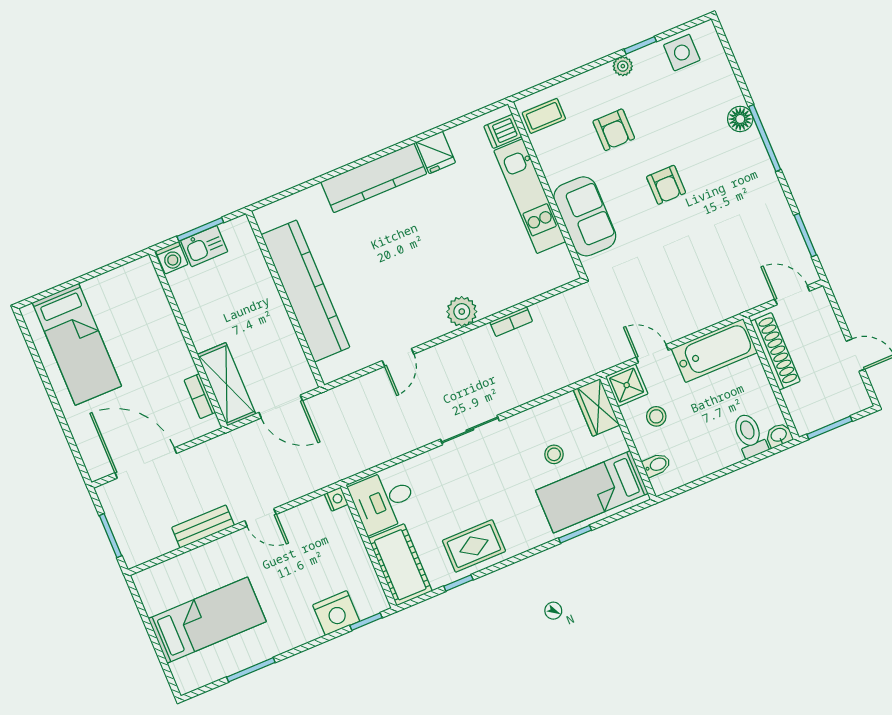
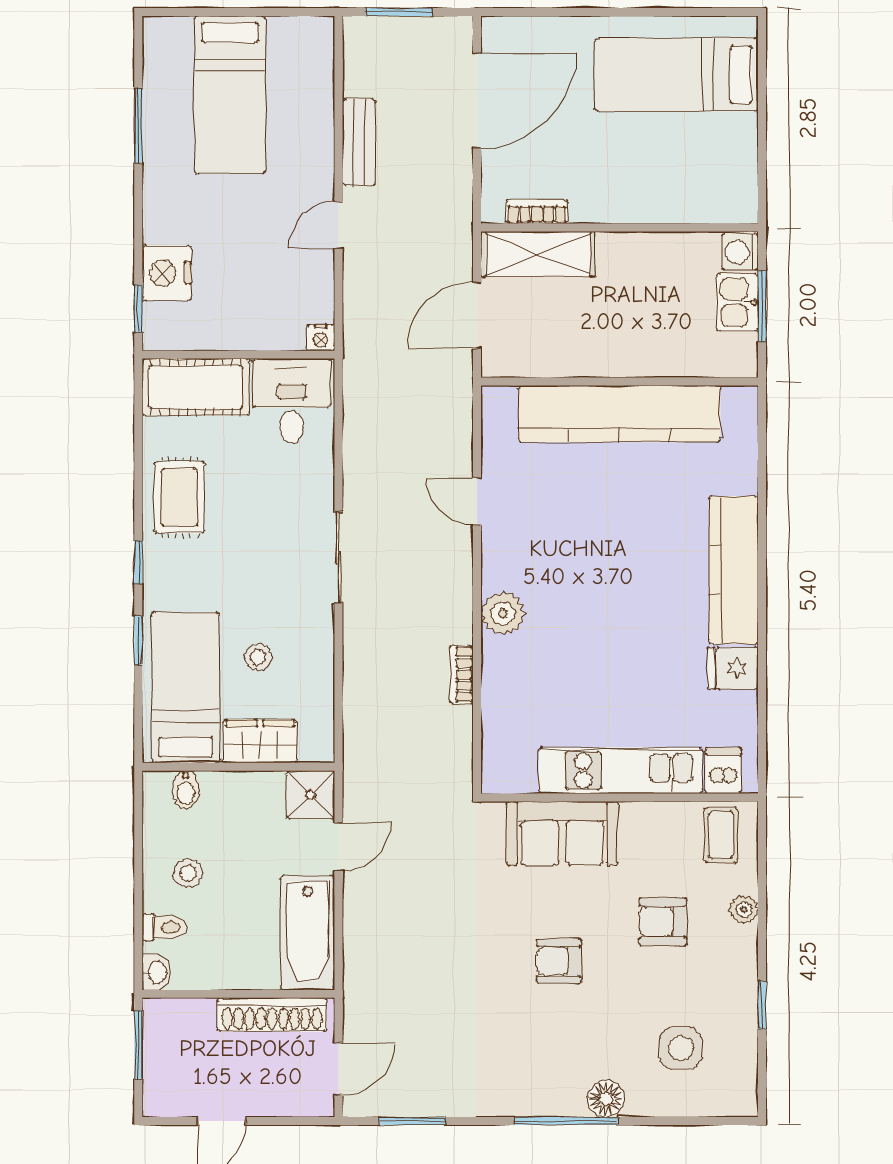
side table: (682, 53) -> (681, 1048), moved
plant: (623, 66) -> (744, 909), moved
wardrobe: (596, 407) -> (260, 741), moved
stool: (656, 416) -> (188, 873), moved
toilet: (750, 435) -> (164, 927), width x0.73, depth x0.72
window: (458, 583) -> (138, 562), moved

